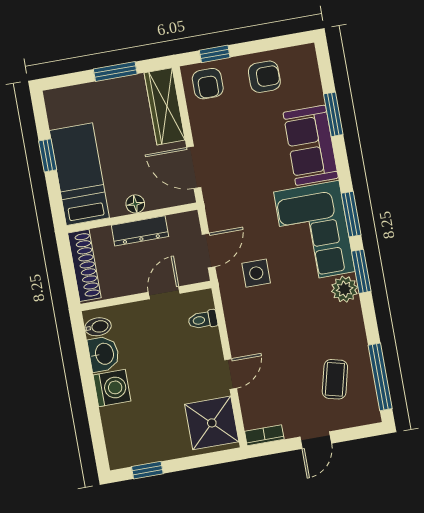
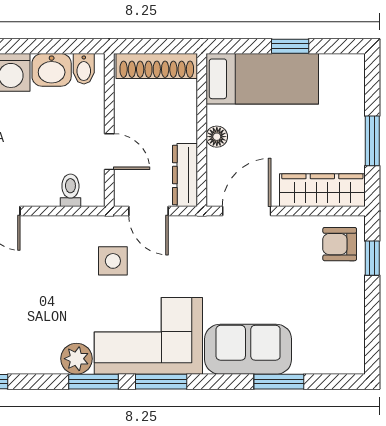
armchair: (264, 77) -> (336, 310), removed
dresser: (140, 231) -> (185, 175), moved

